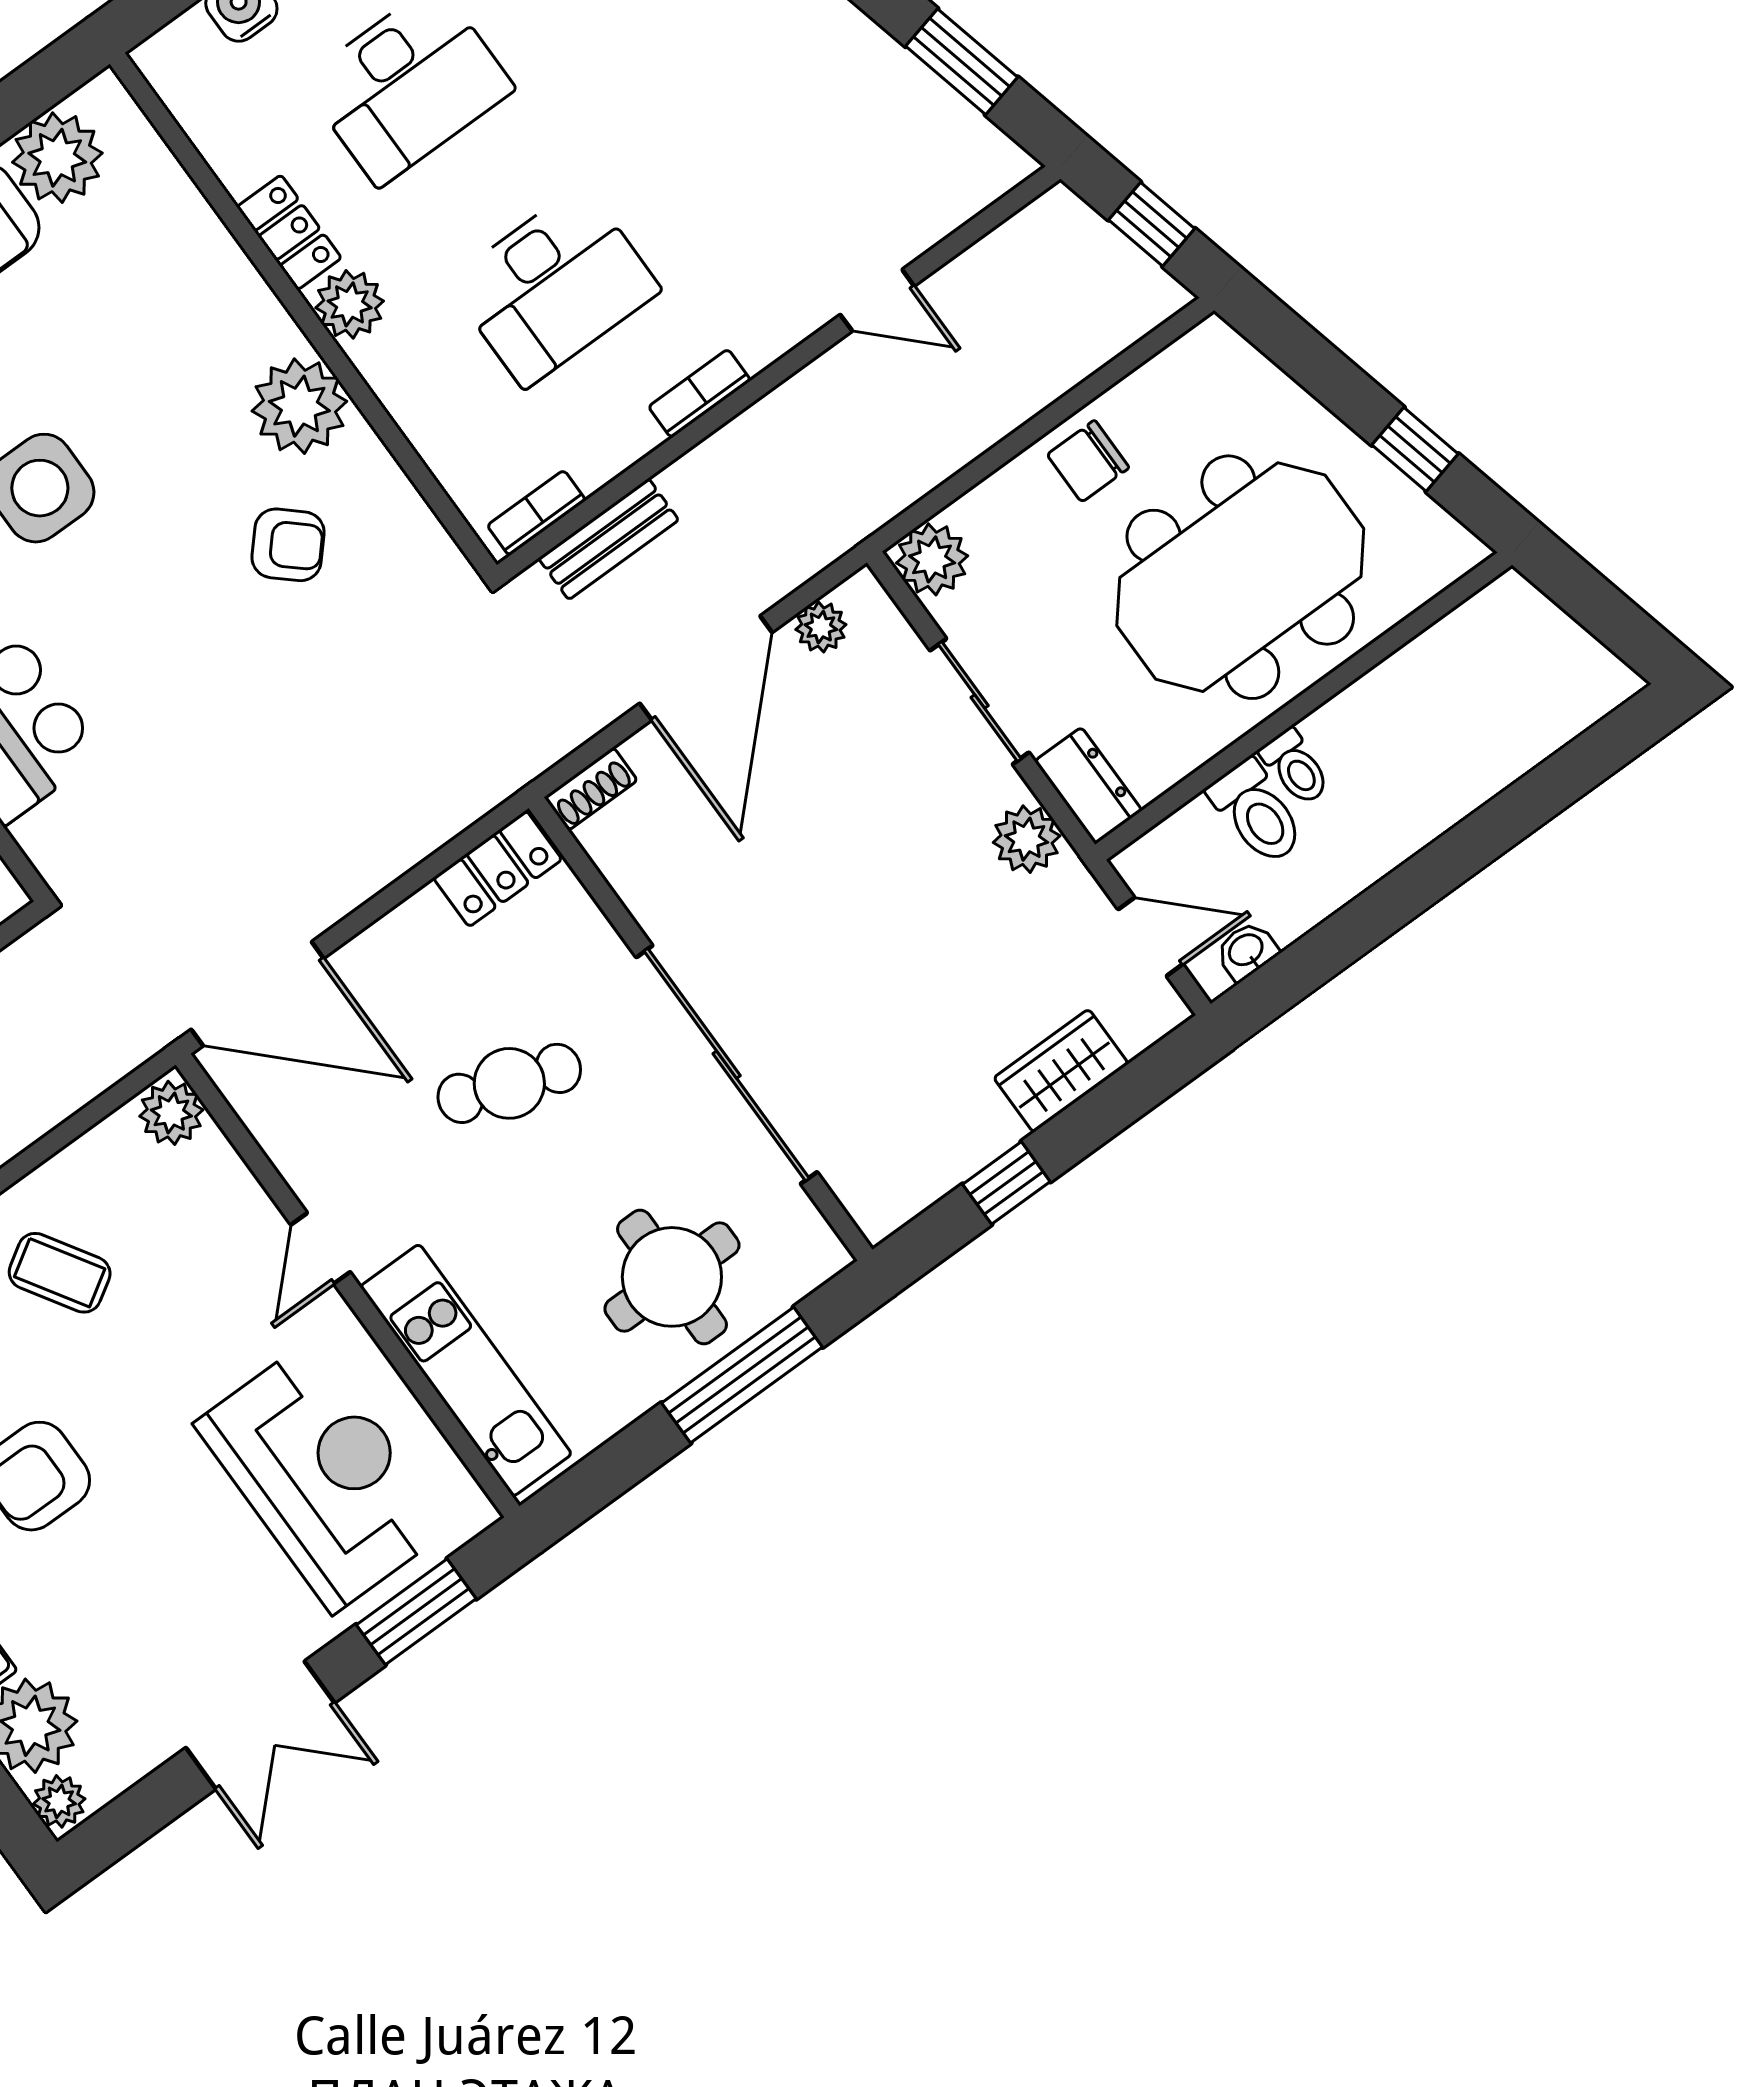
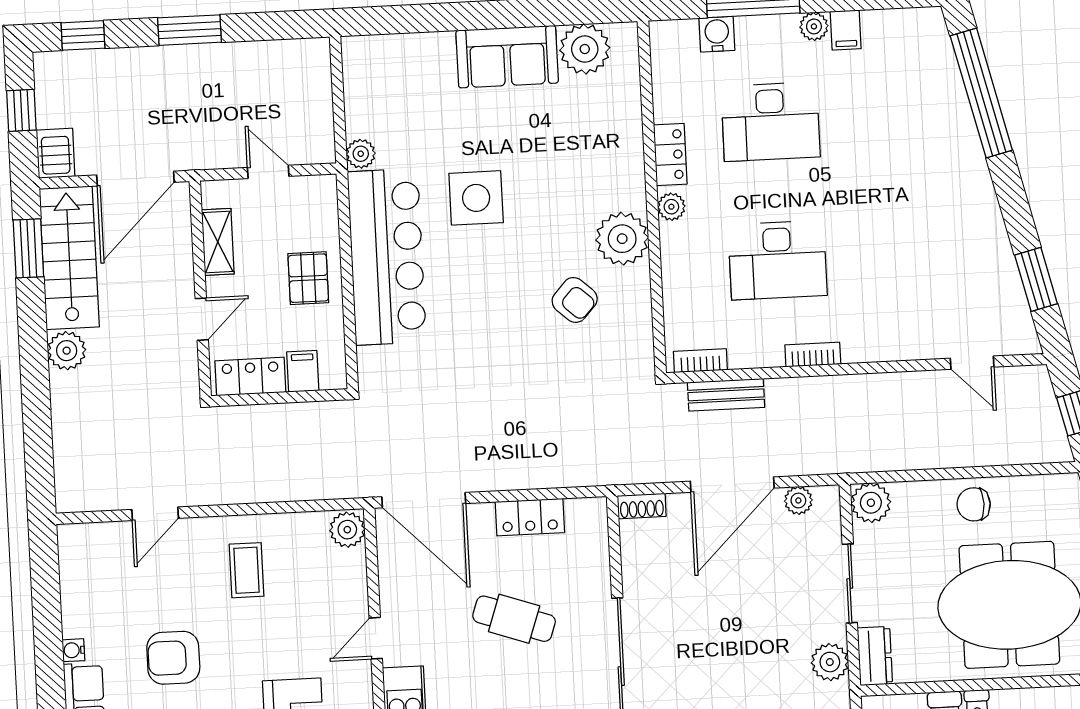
door: (877, 300) -> (972, 363), moved
plant: (350, 304) -> (671, 207), width x0.73, depth x0.73
locker: (498, 869) -> (530, 517), moved
coffee table: (60, 1273) -> (246, 570), turned 32

